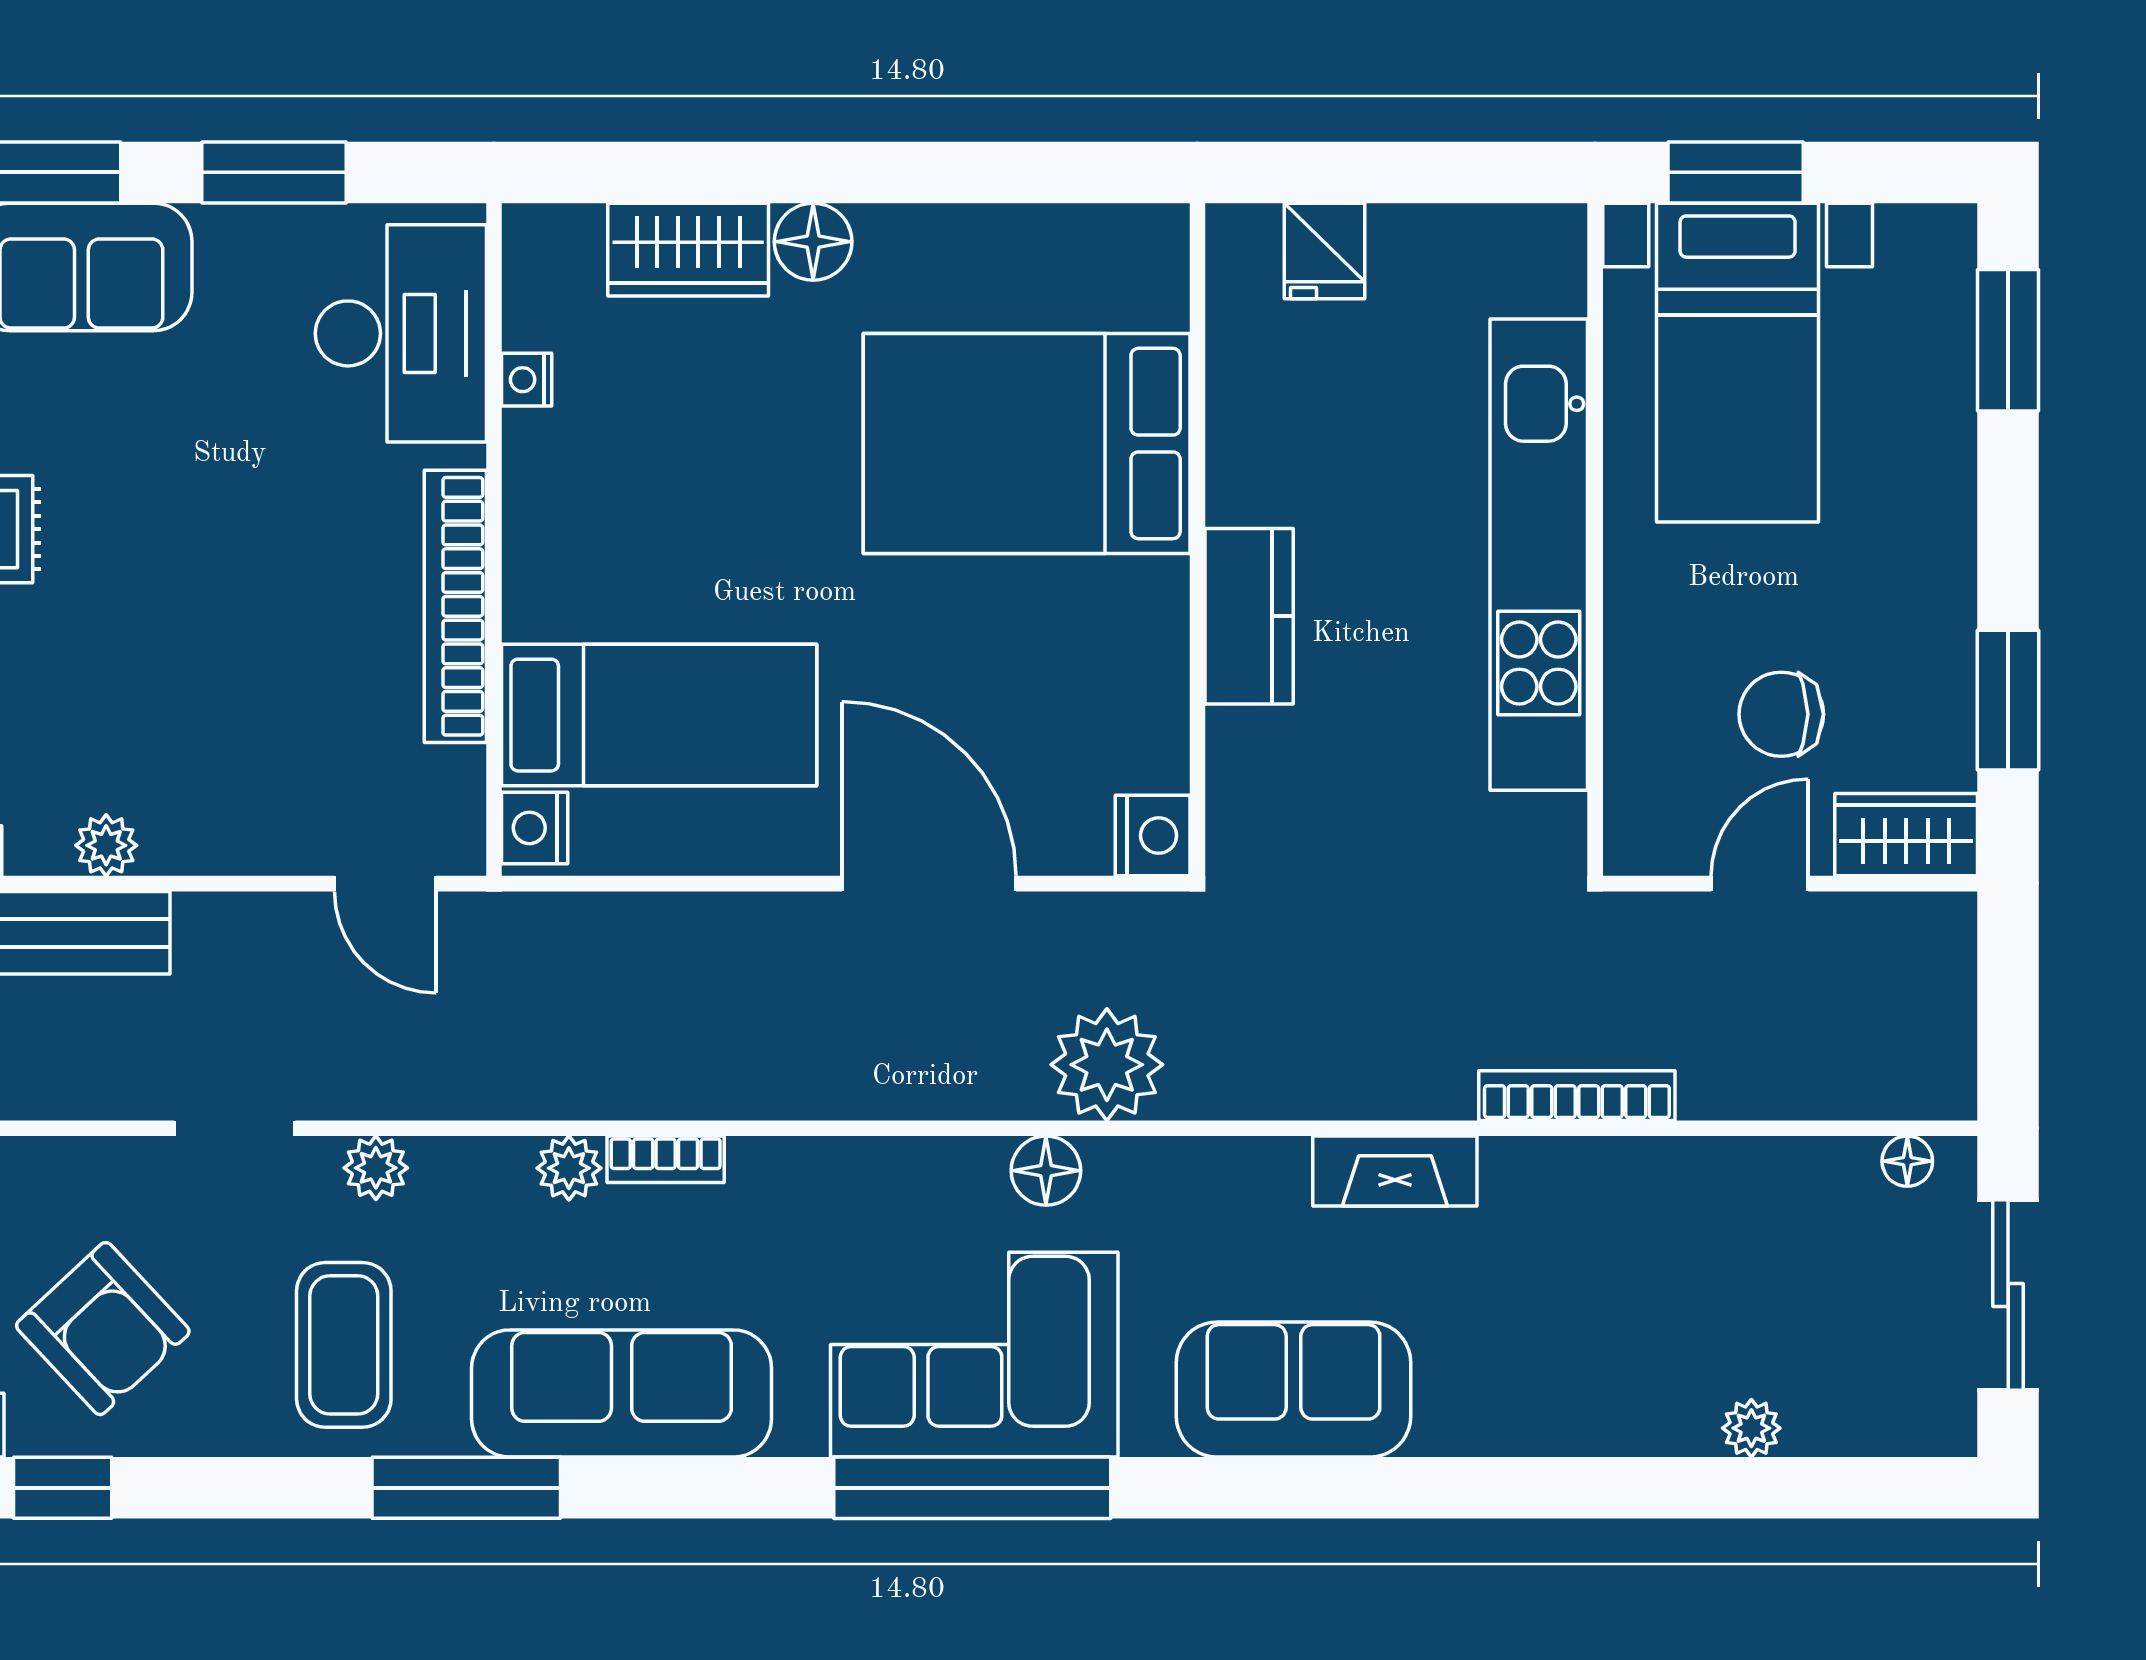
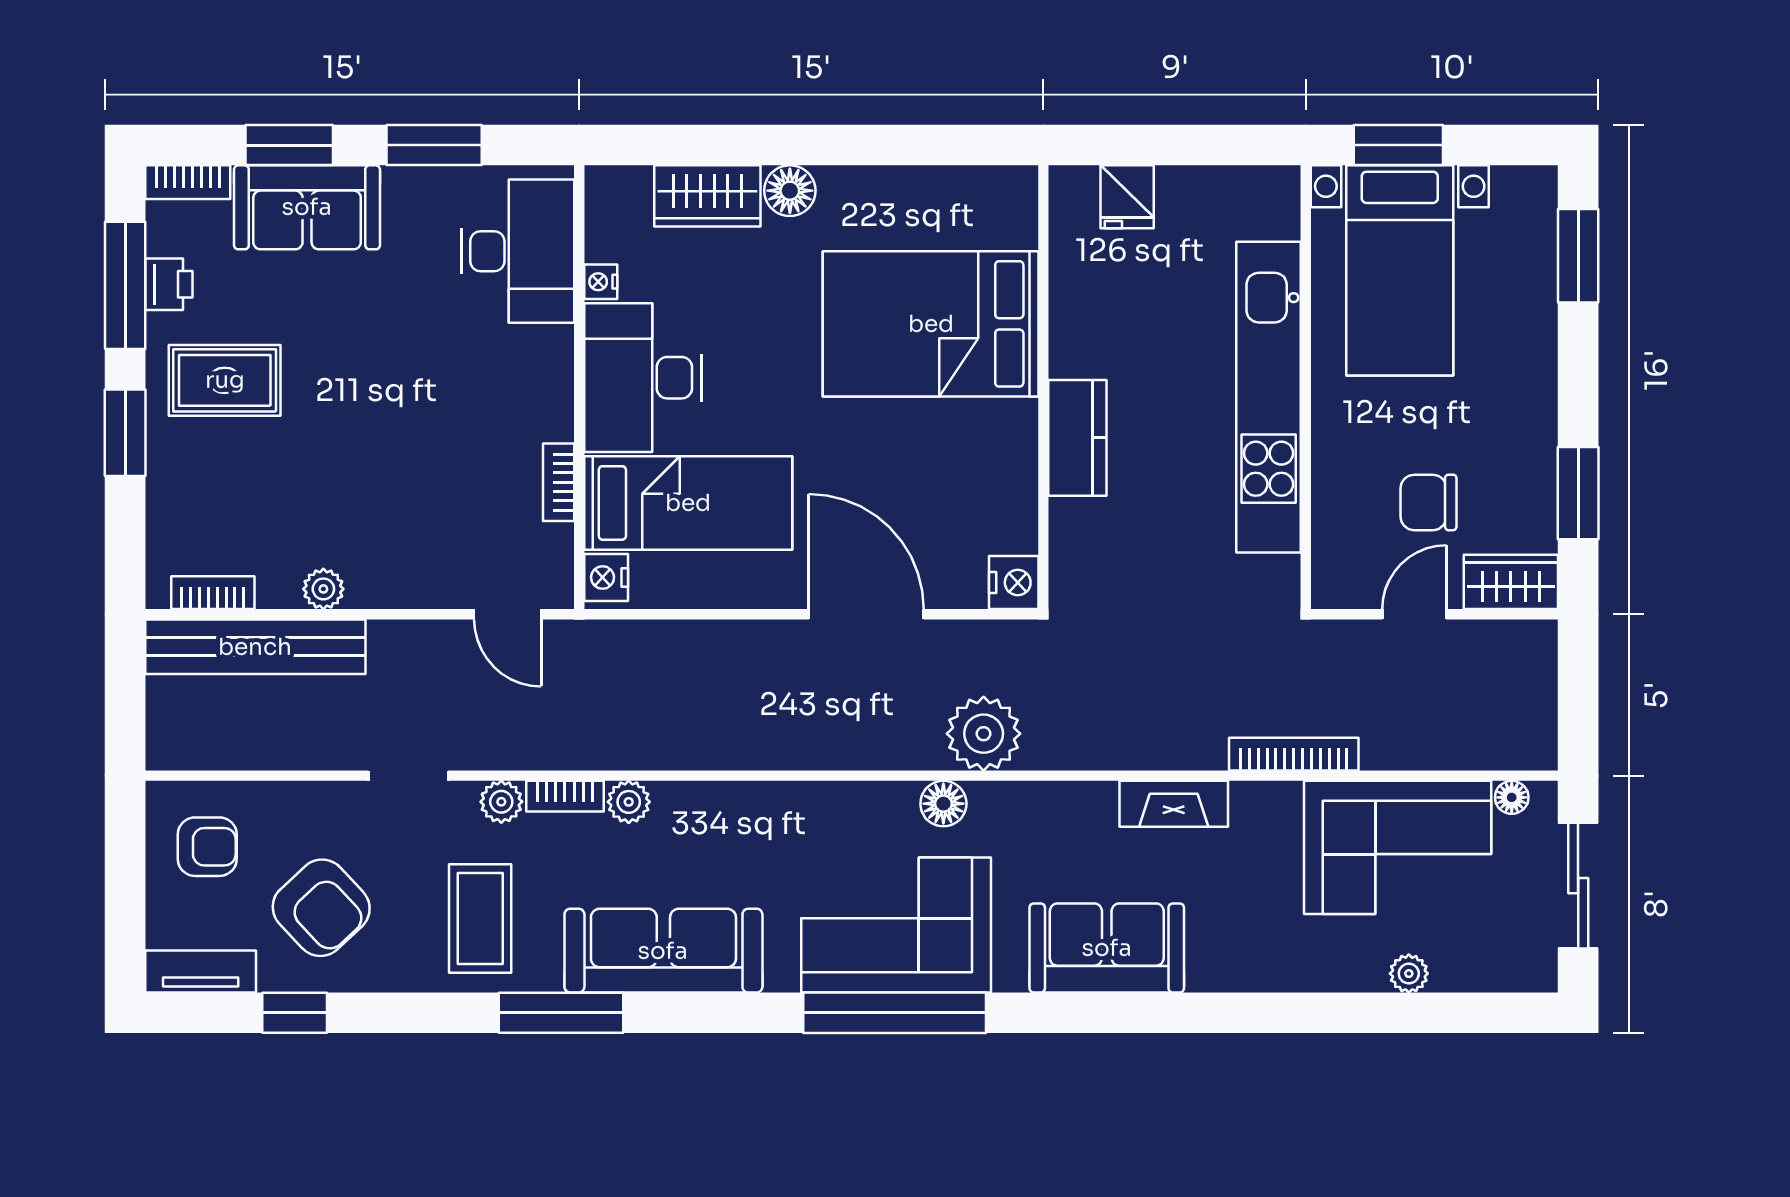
desk: (590, 525) -> (643, 378), added
bookcase: (455, 606) -> (559, 482), width x0.43, depth x0.76
bookcase: (666, 1159) -> (565, 796), moved
corner sofa: (1734, 1237) -> (1398, 847), added

